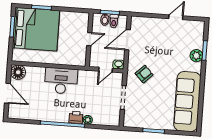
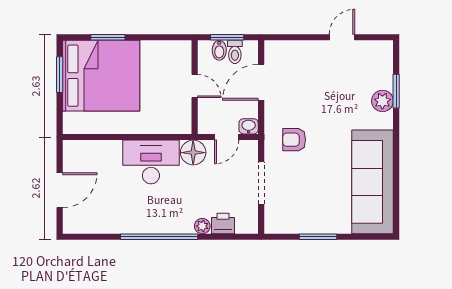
door: (89, 39) -> (195, 86), hinge flipped
floor lamp: (18, 72) -> (193, 153), moved
armchair: (144, 74) -> (294, 140), turned -136
door: (7, 93) -> (60, 190), hinge flipped
printer: (76, 117) -> (223, 223), moved

